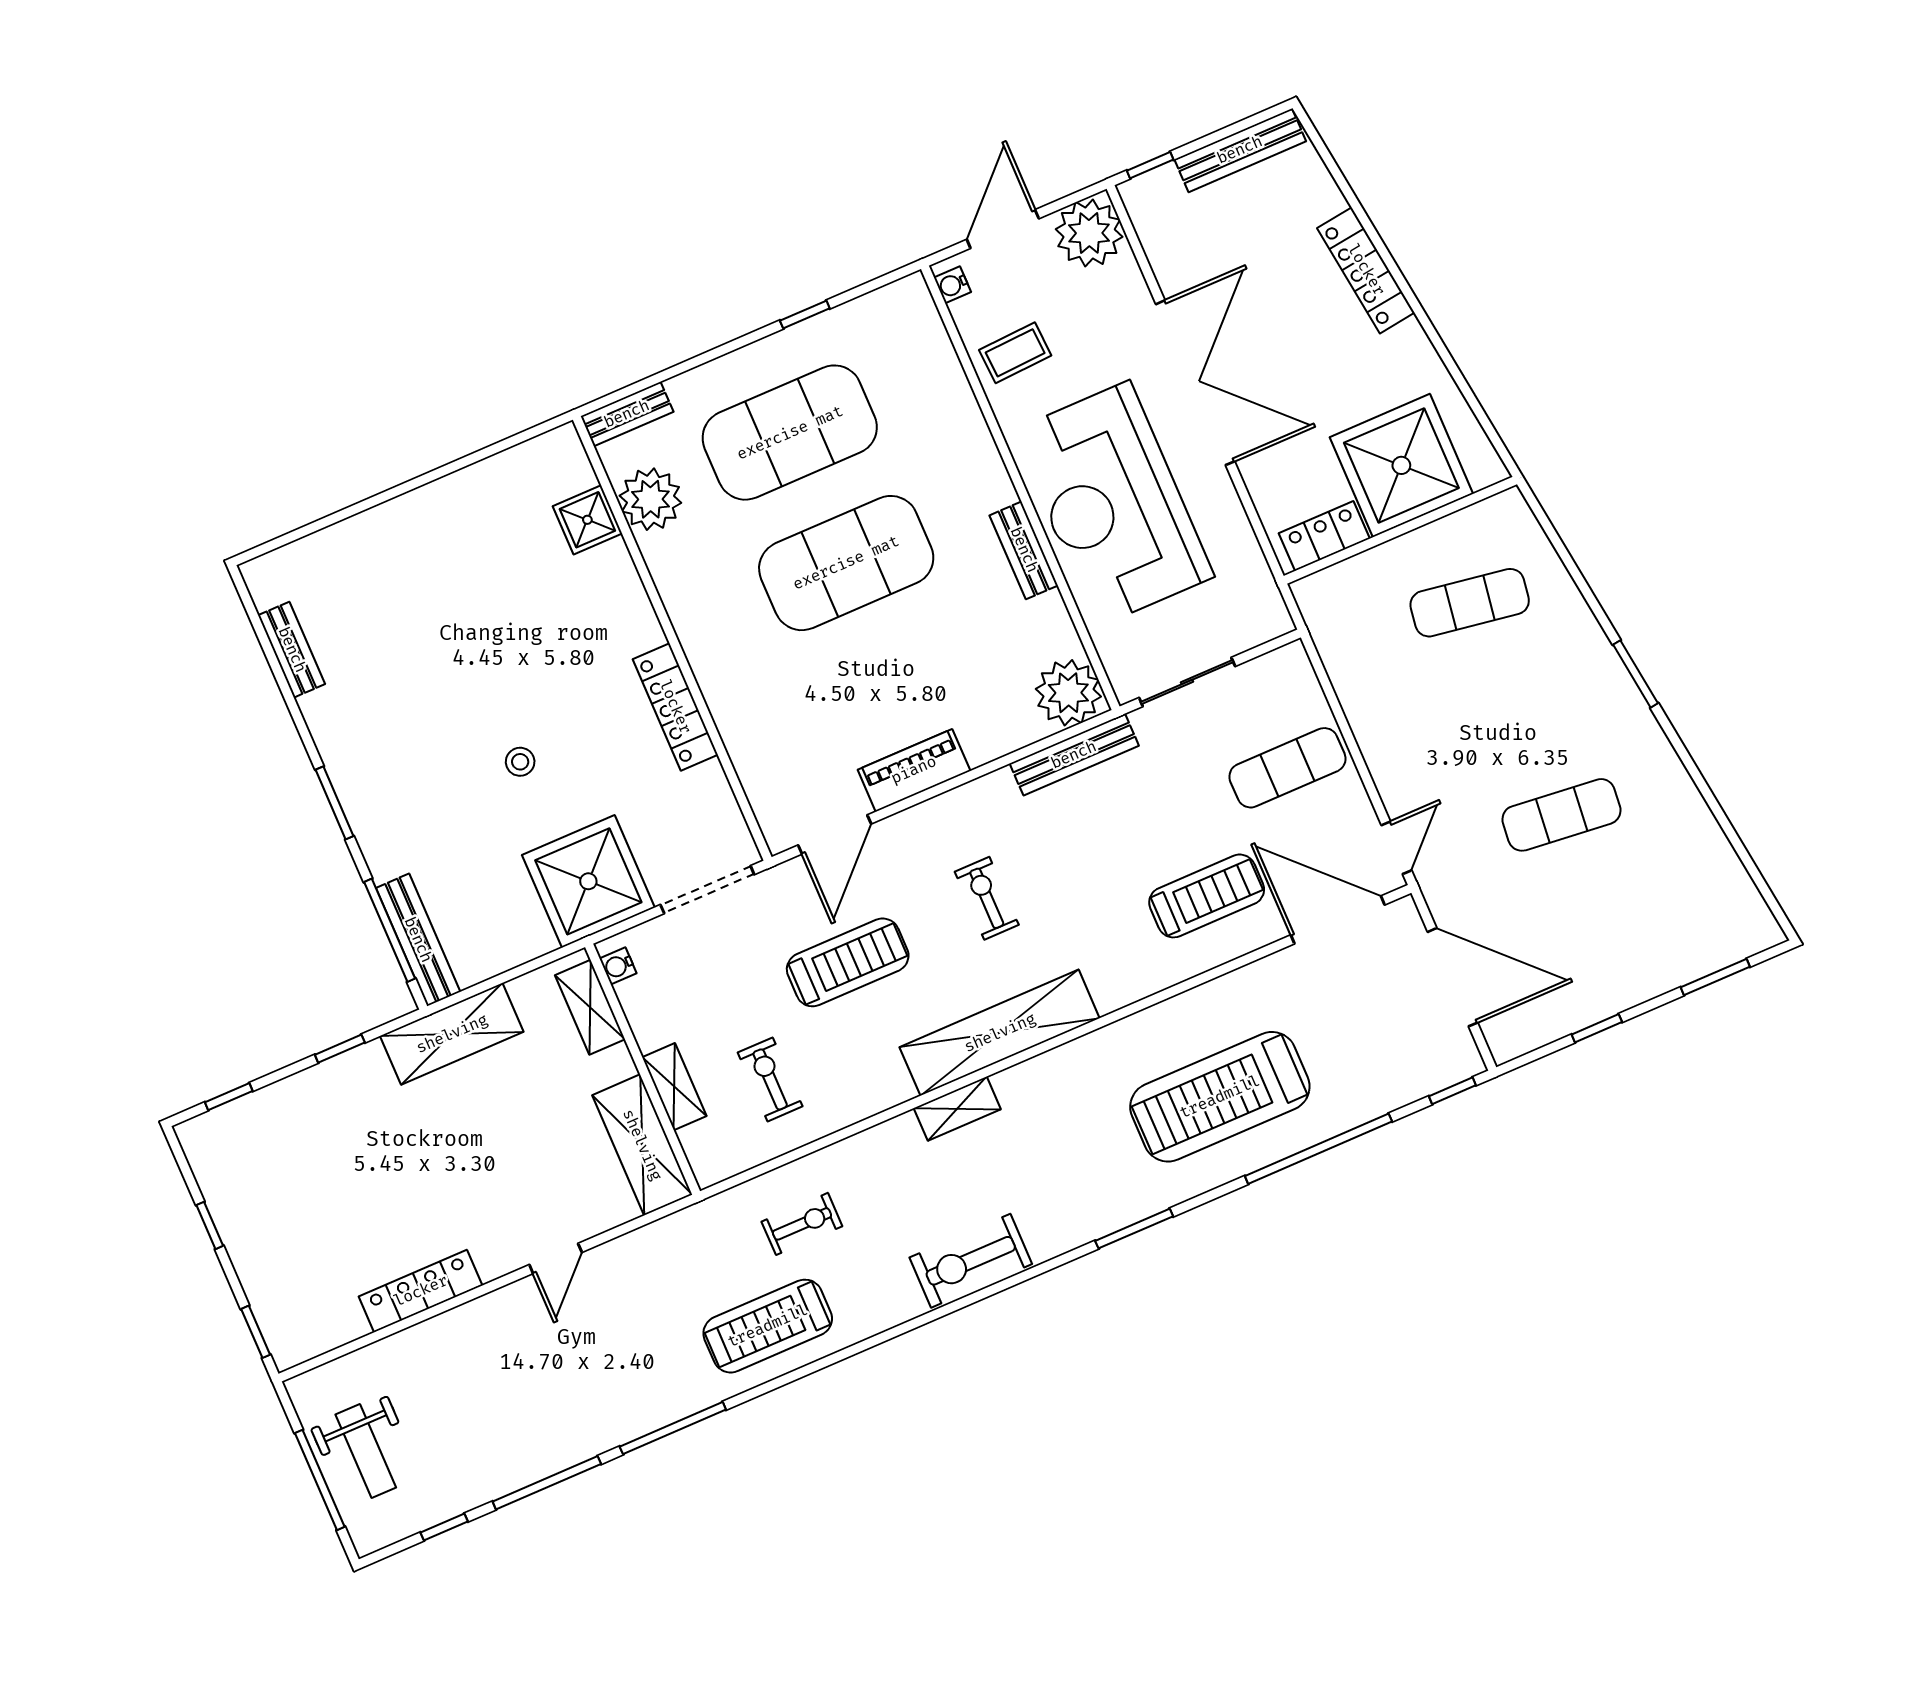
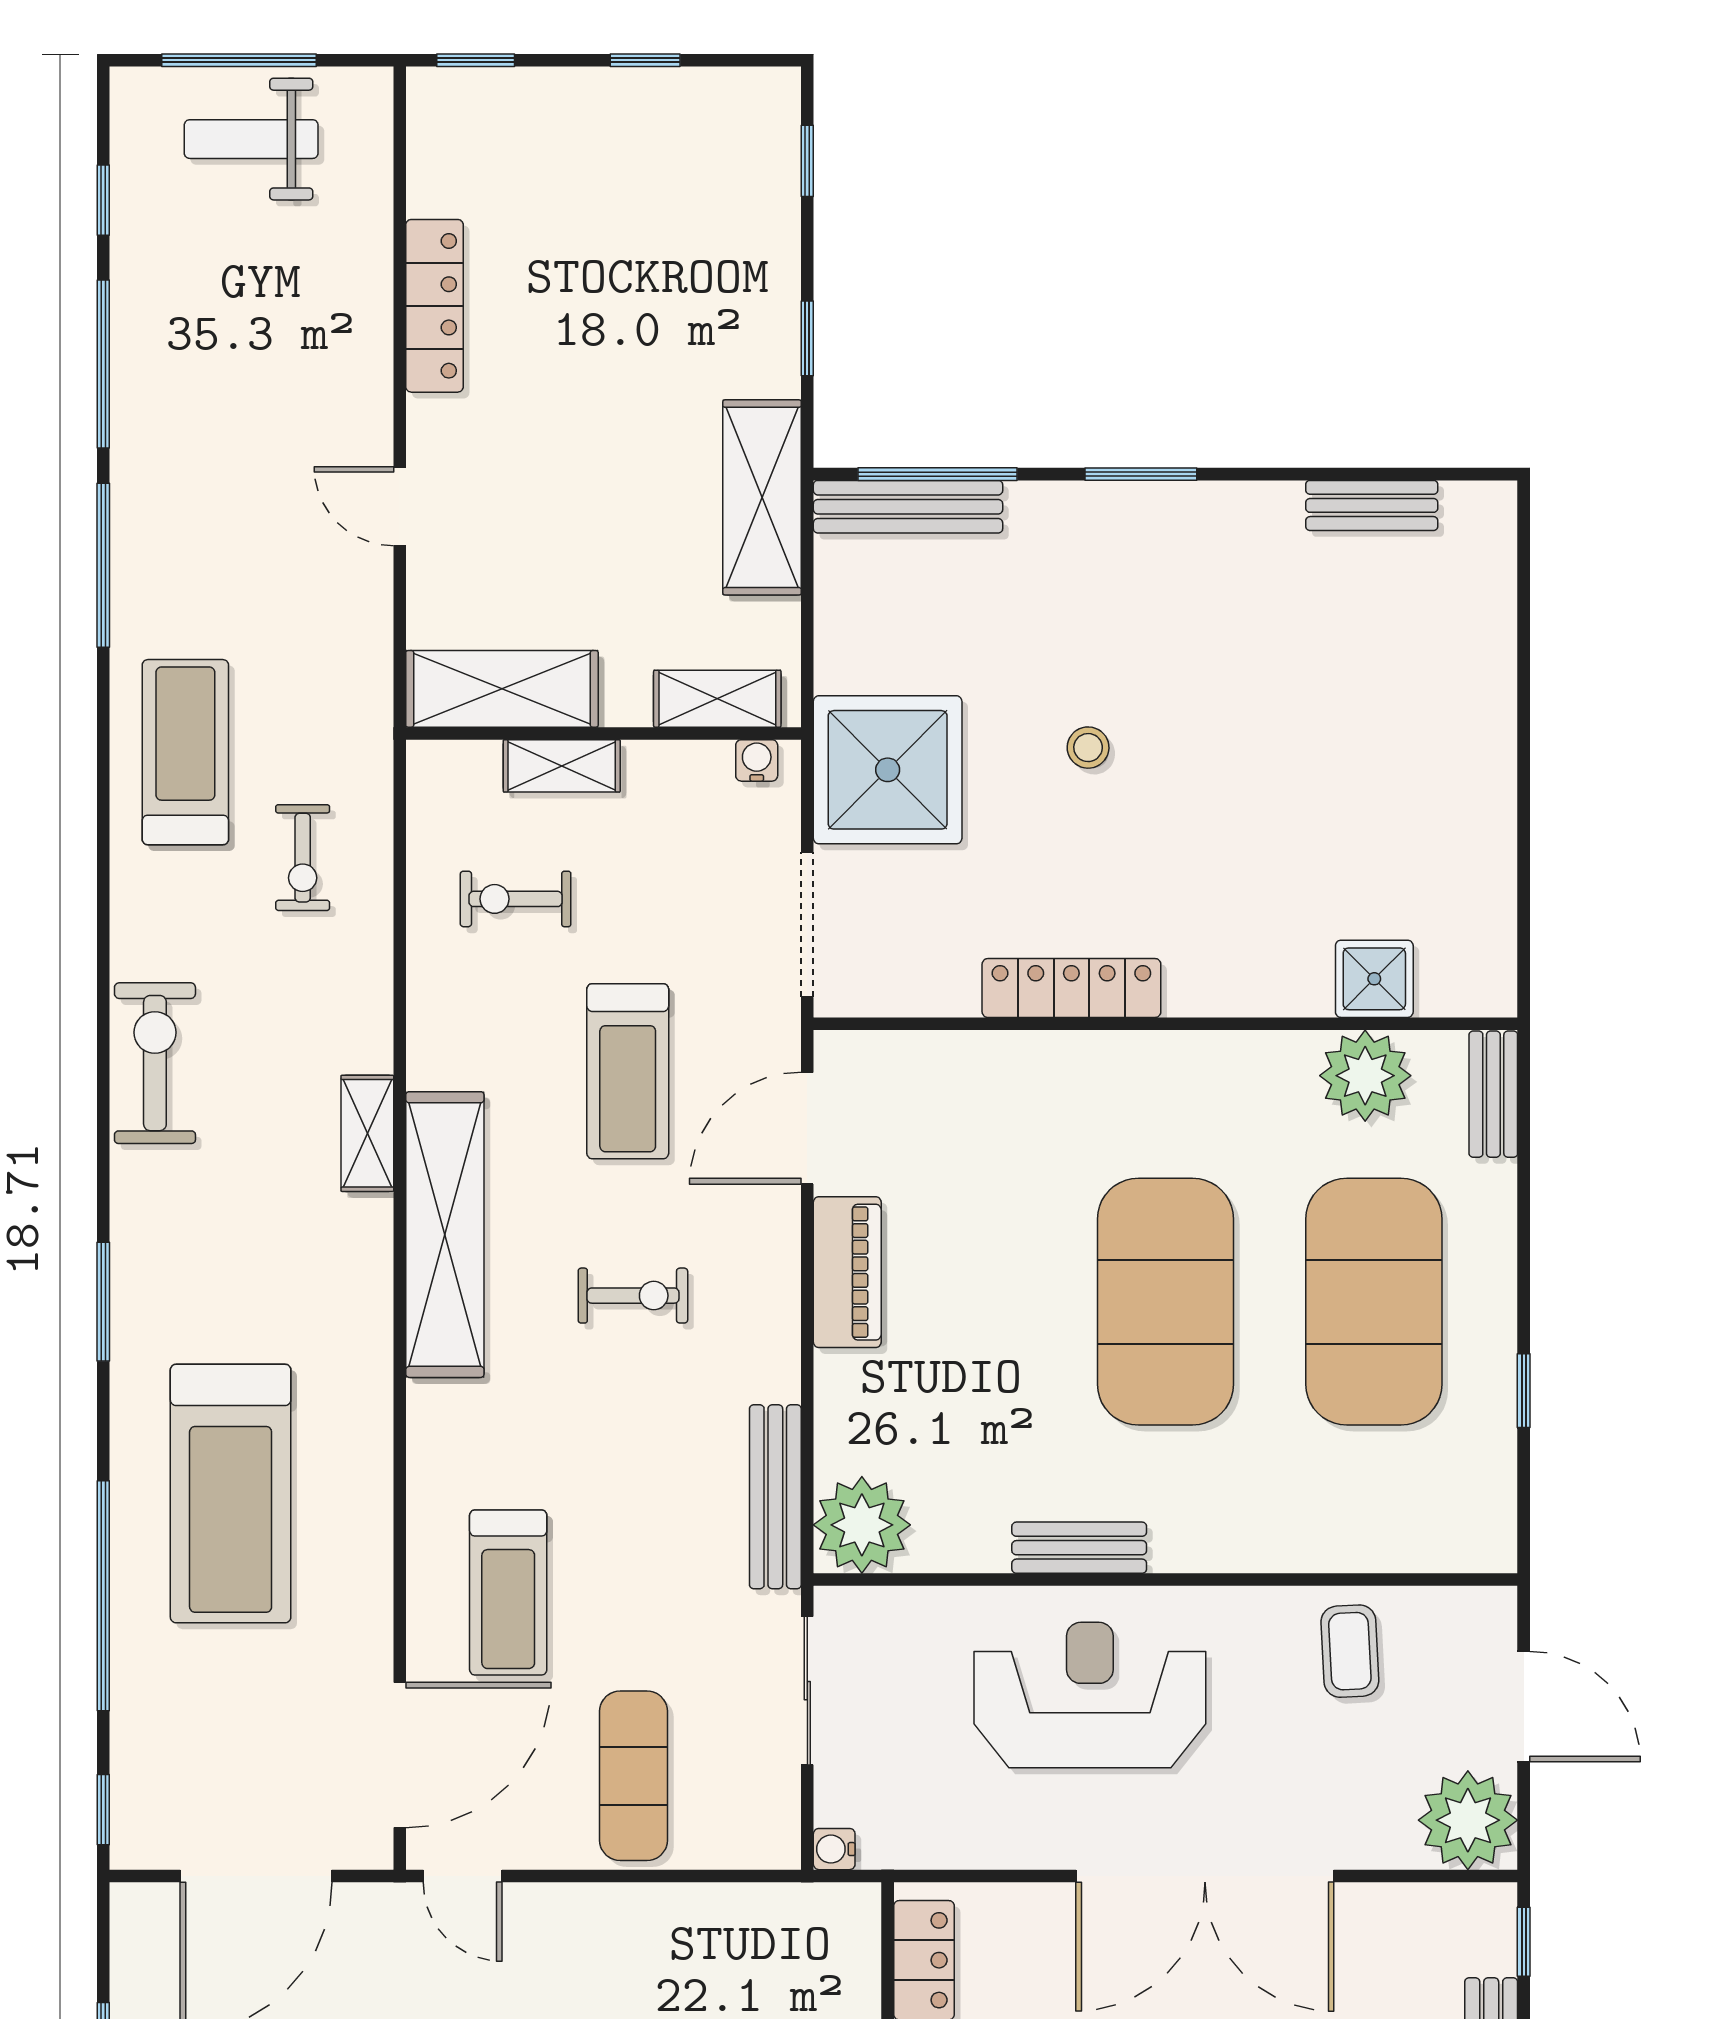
water cooler: (952, 285) -> (834, 1849), moved, turned -90
reception desk: (1113, 504) -> (1090, 1695), width x0.74, depth x0.77
door: (835, 834) -> (807, 1128), hinge flipped
exercise bike: (770, 1079) -> (516, 899), turned 180
treadmill: (1220, 1097) -> (231, 1494), turned 180

